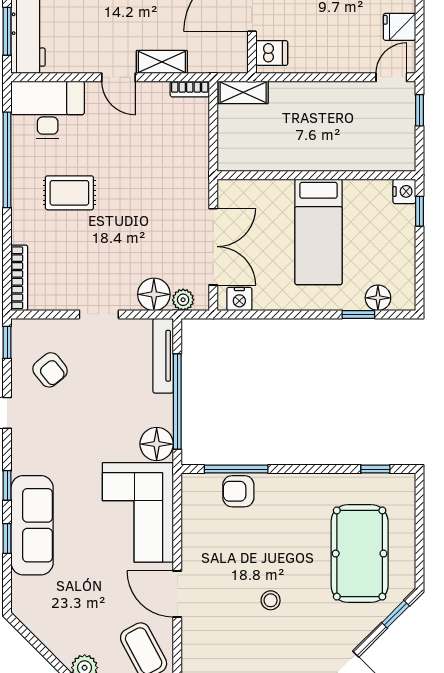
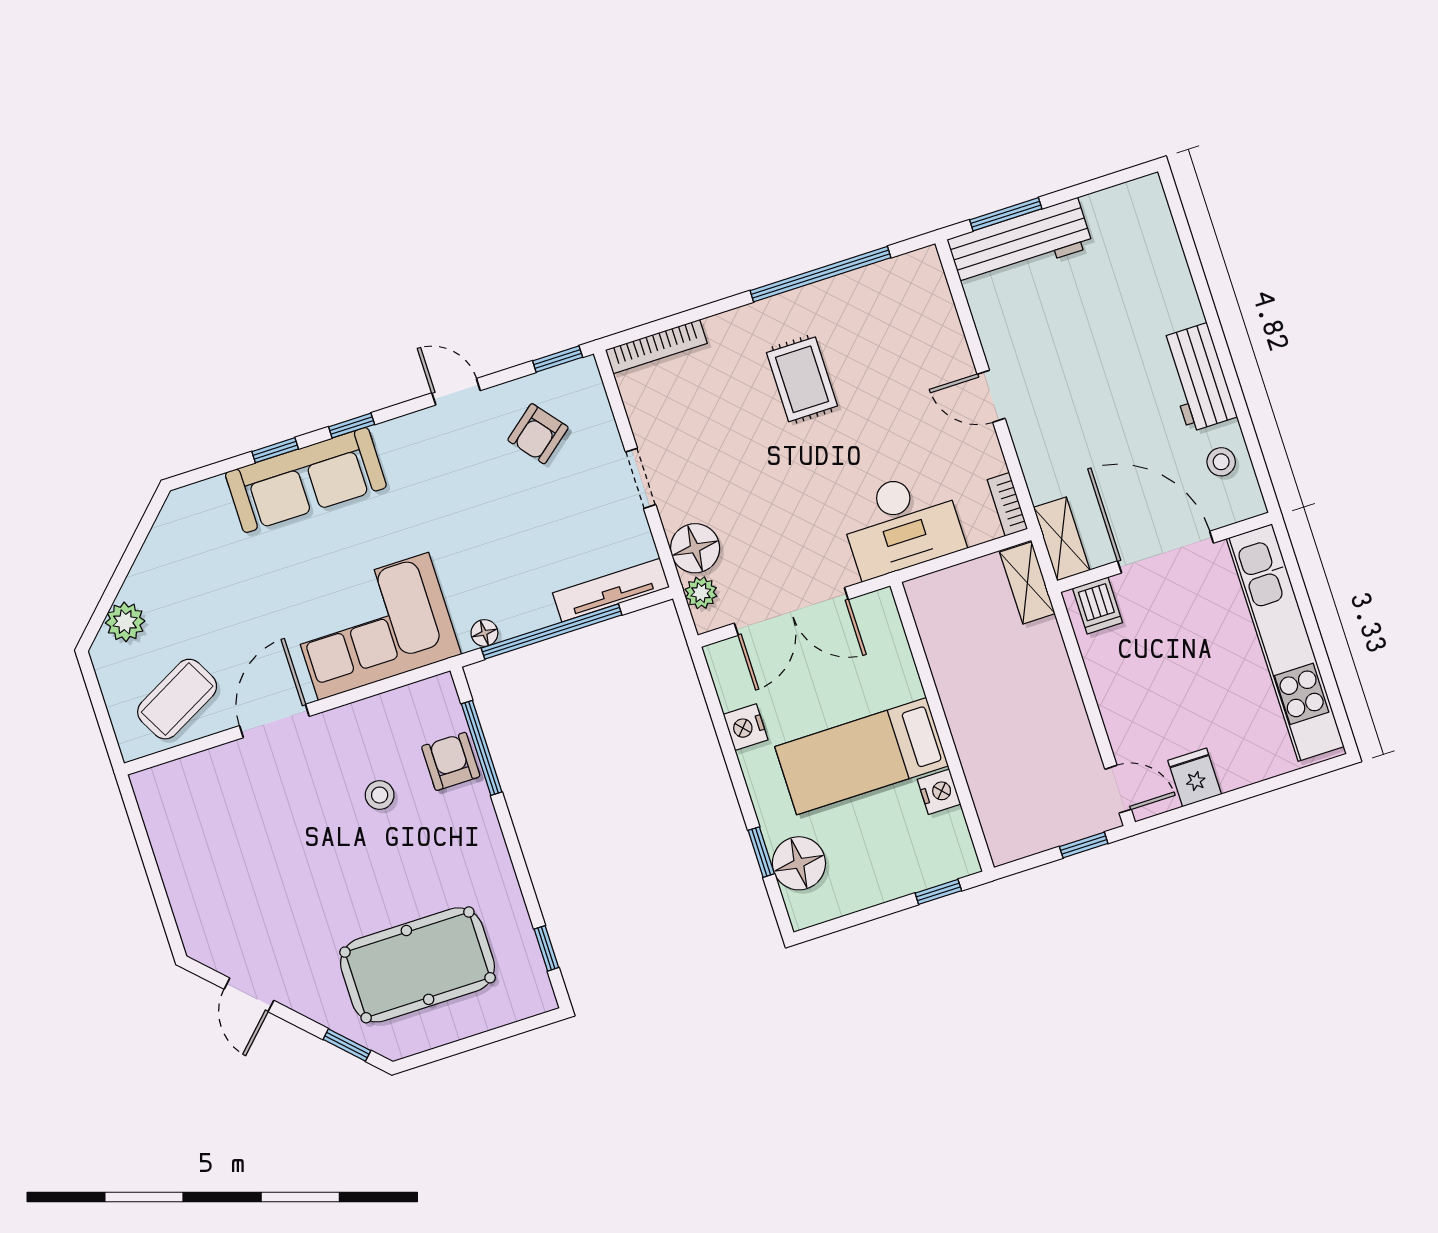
shelving: (162, 62) -> (1062, 539), moved
door: (118, 77) -> (991, 396), hinge flipped
desk: (48, 110) -> (902, 524), moved, turned 90
nightstand: (404, 191) -> (939, 792), moved, turned -90
floor lamp: (378, 298) -> (799, 863), width x1.38, depth x1.38
nightstand: (239, 299) -> (746, 727), moved
floor lamp: (157, 444) -> (484, 633), width x0.53, depth x0.53
stool: (271, 600) -> (380, 795), moved

